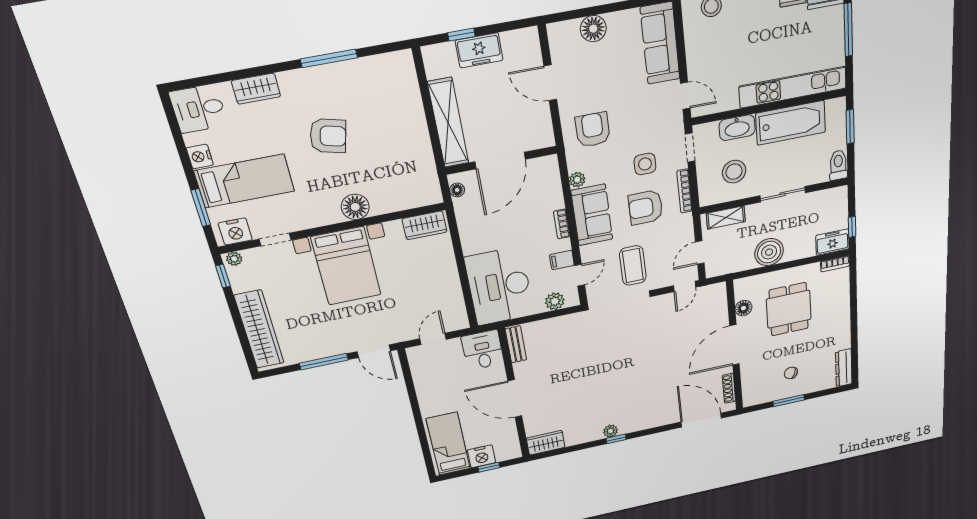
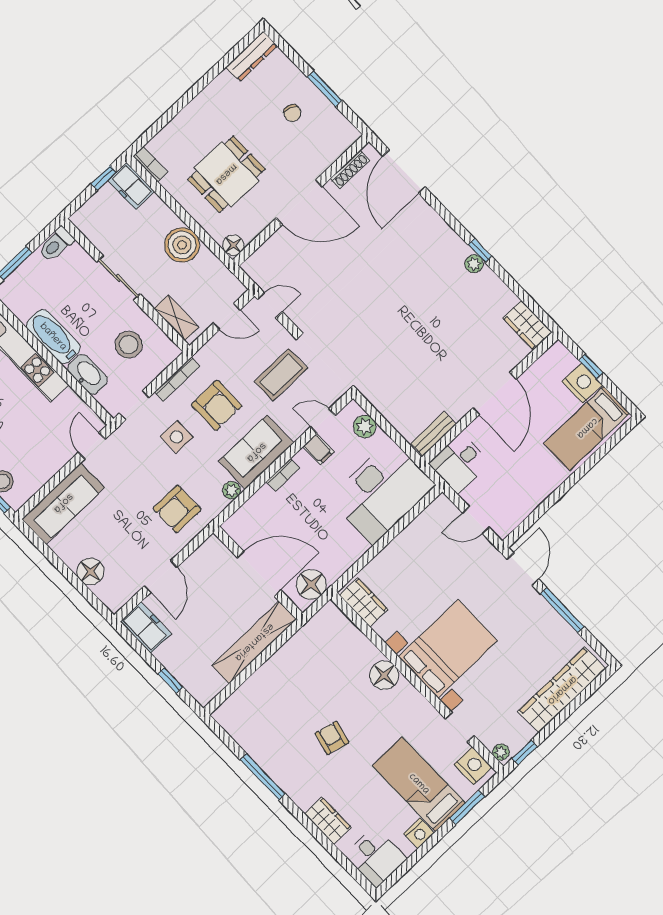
freezer: (479, 50) -> (146, 628), moved
bathtub: (791, 123) -> (53, 337), width x0.73, depth x0.73
armchair: (328, 136) -> (332, 738), width x0.72, depth x0.72
floor lamp: (457, 190) -> (311, 584), width x1.89, depth x1.89
floor lamp: (743, 308) -> (233, 245), moved

